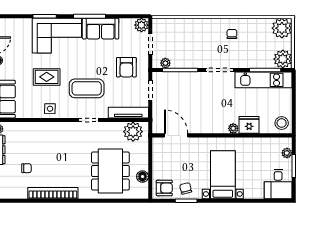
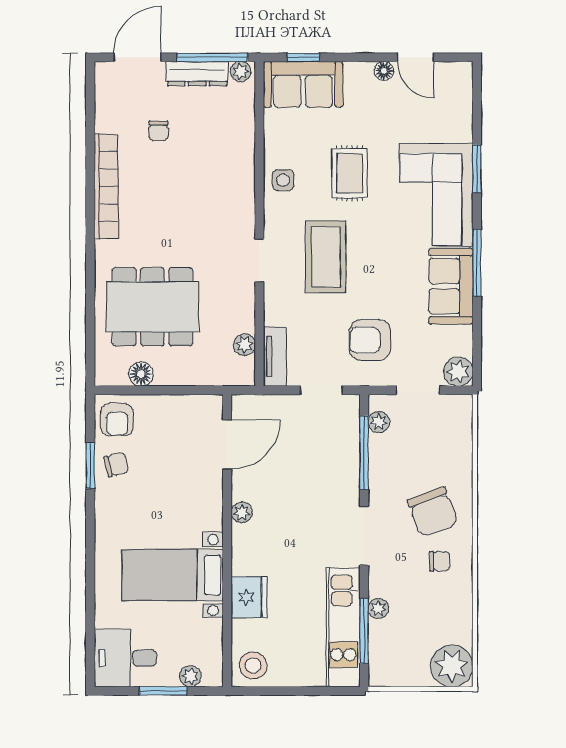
chair: (208, 37) -> (433, 512), added
plant: (283, 59) -> (378, 609), moved, width x0.53, depth x0.53
tv unit: (128, 113) -> (275, 356), width x0.71
plant: (233, 128) -> (242, 512), moved
plant: (133, 132) -> (245, 345), width x0.53, depth x0.53
bed with nightstands: (223, 175) -> (173, 575), moved, turned 180

